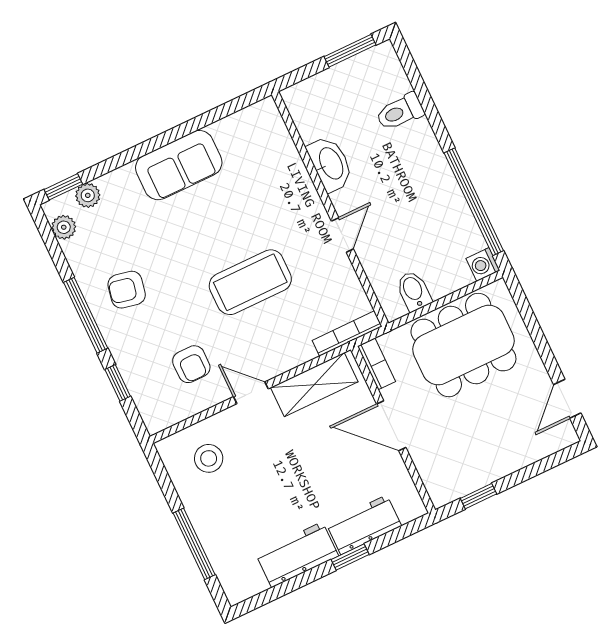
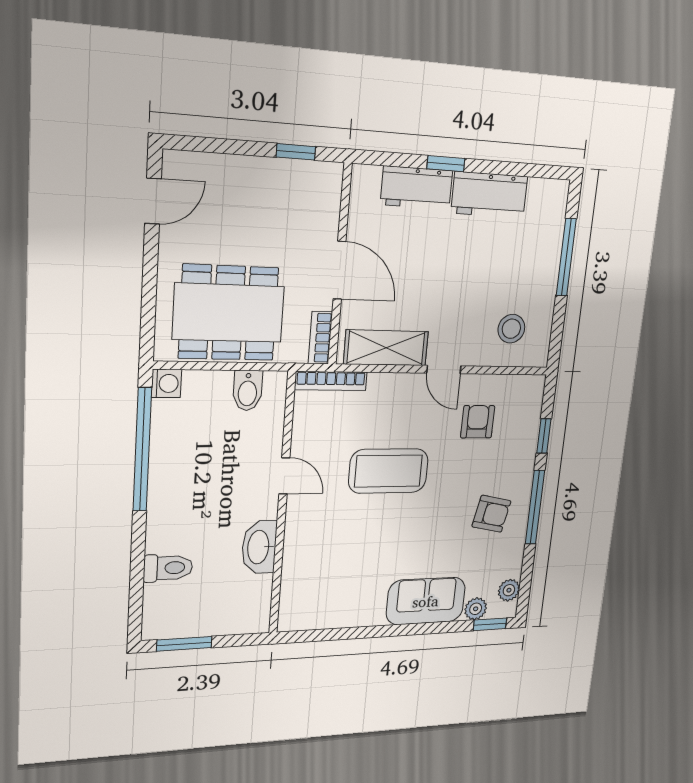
sofa: (179, 165) -> (426, 601), moved
door: (342, 235) -> (284, 476), swing flipped

